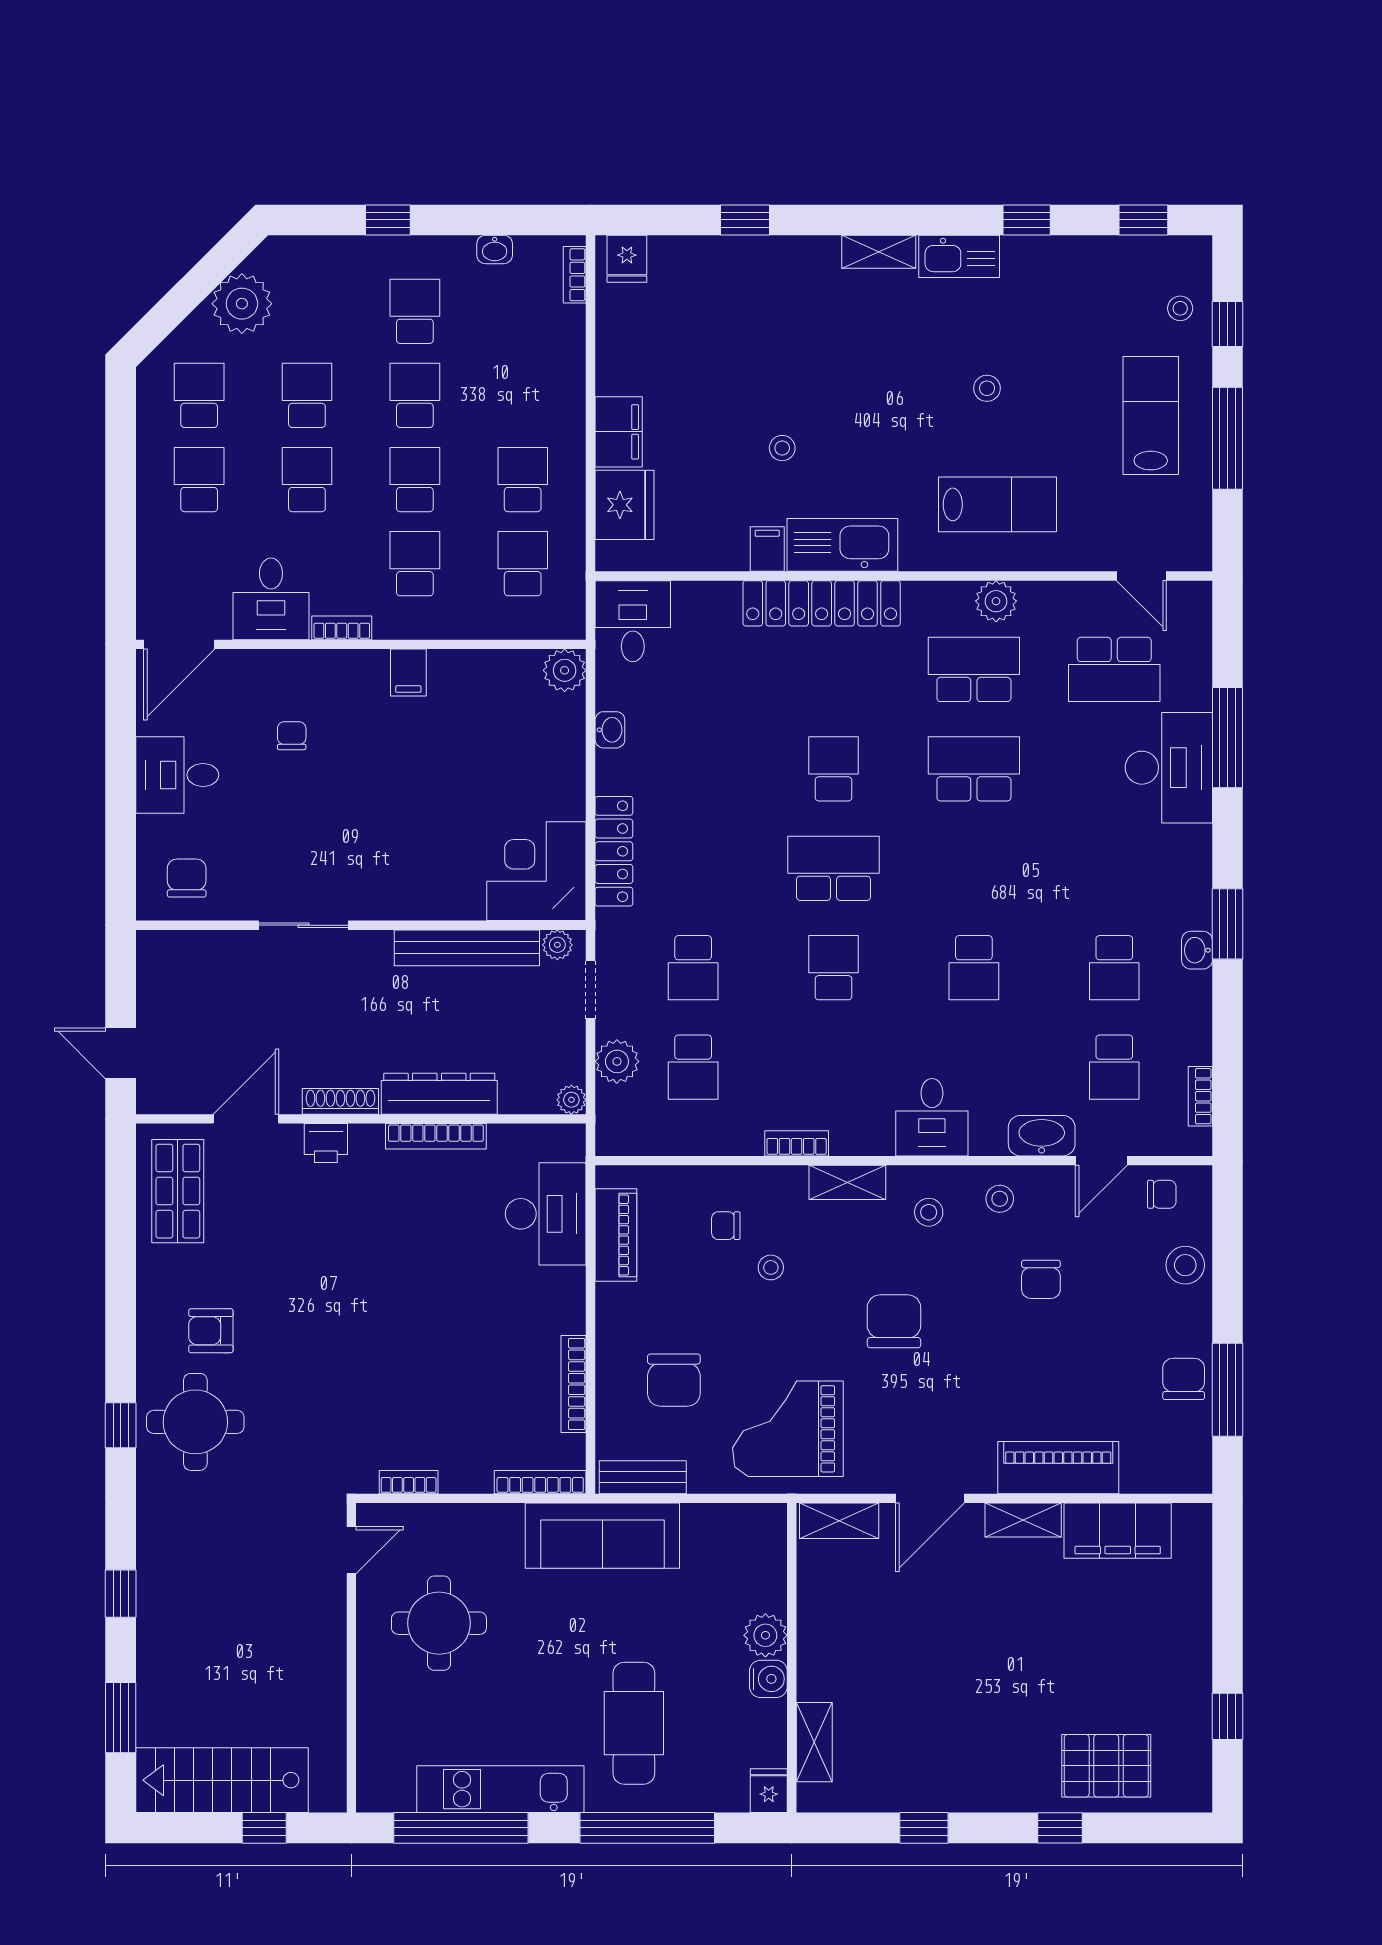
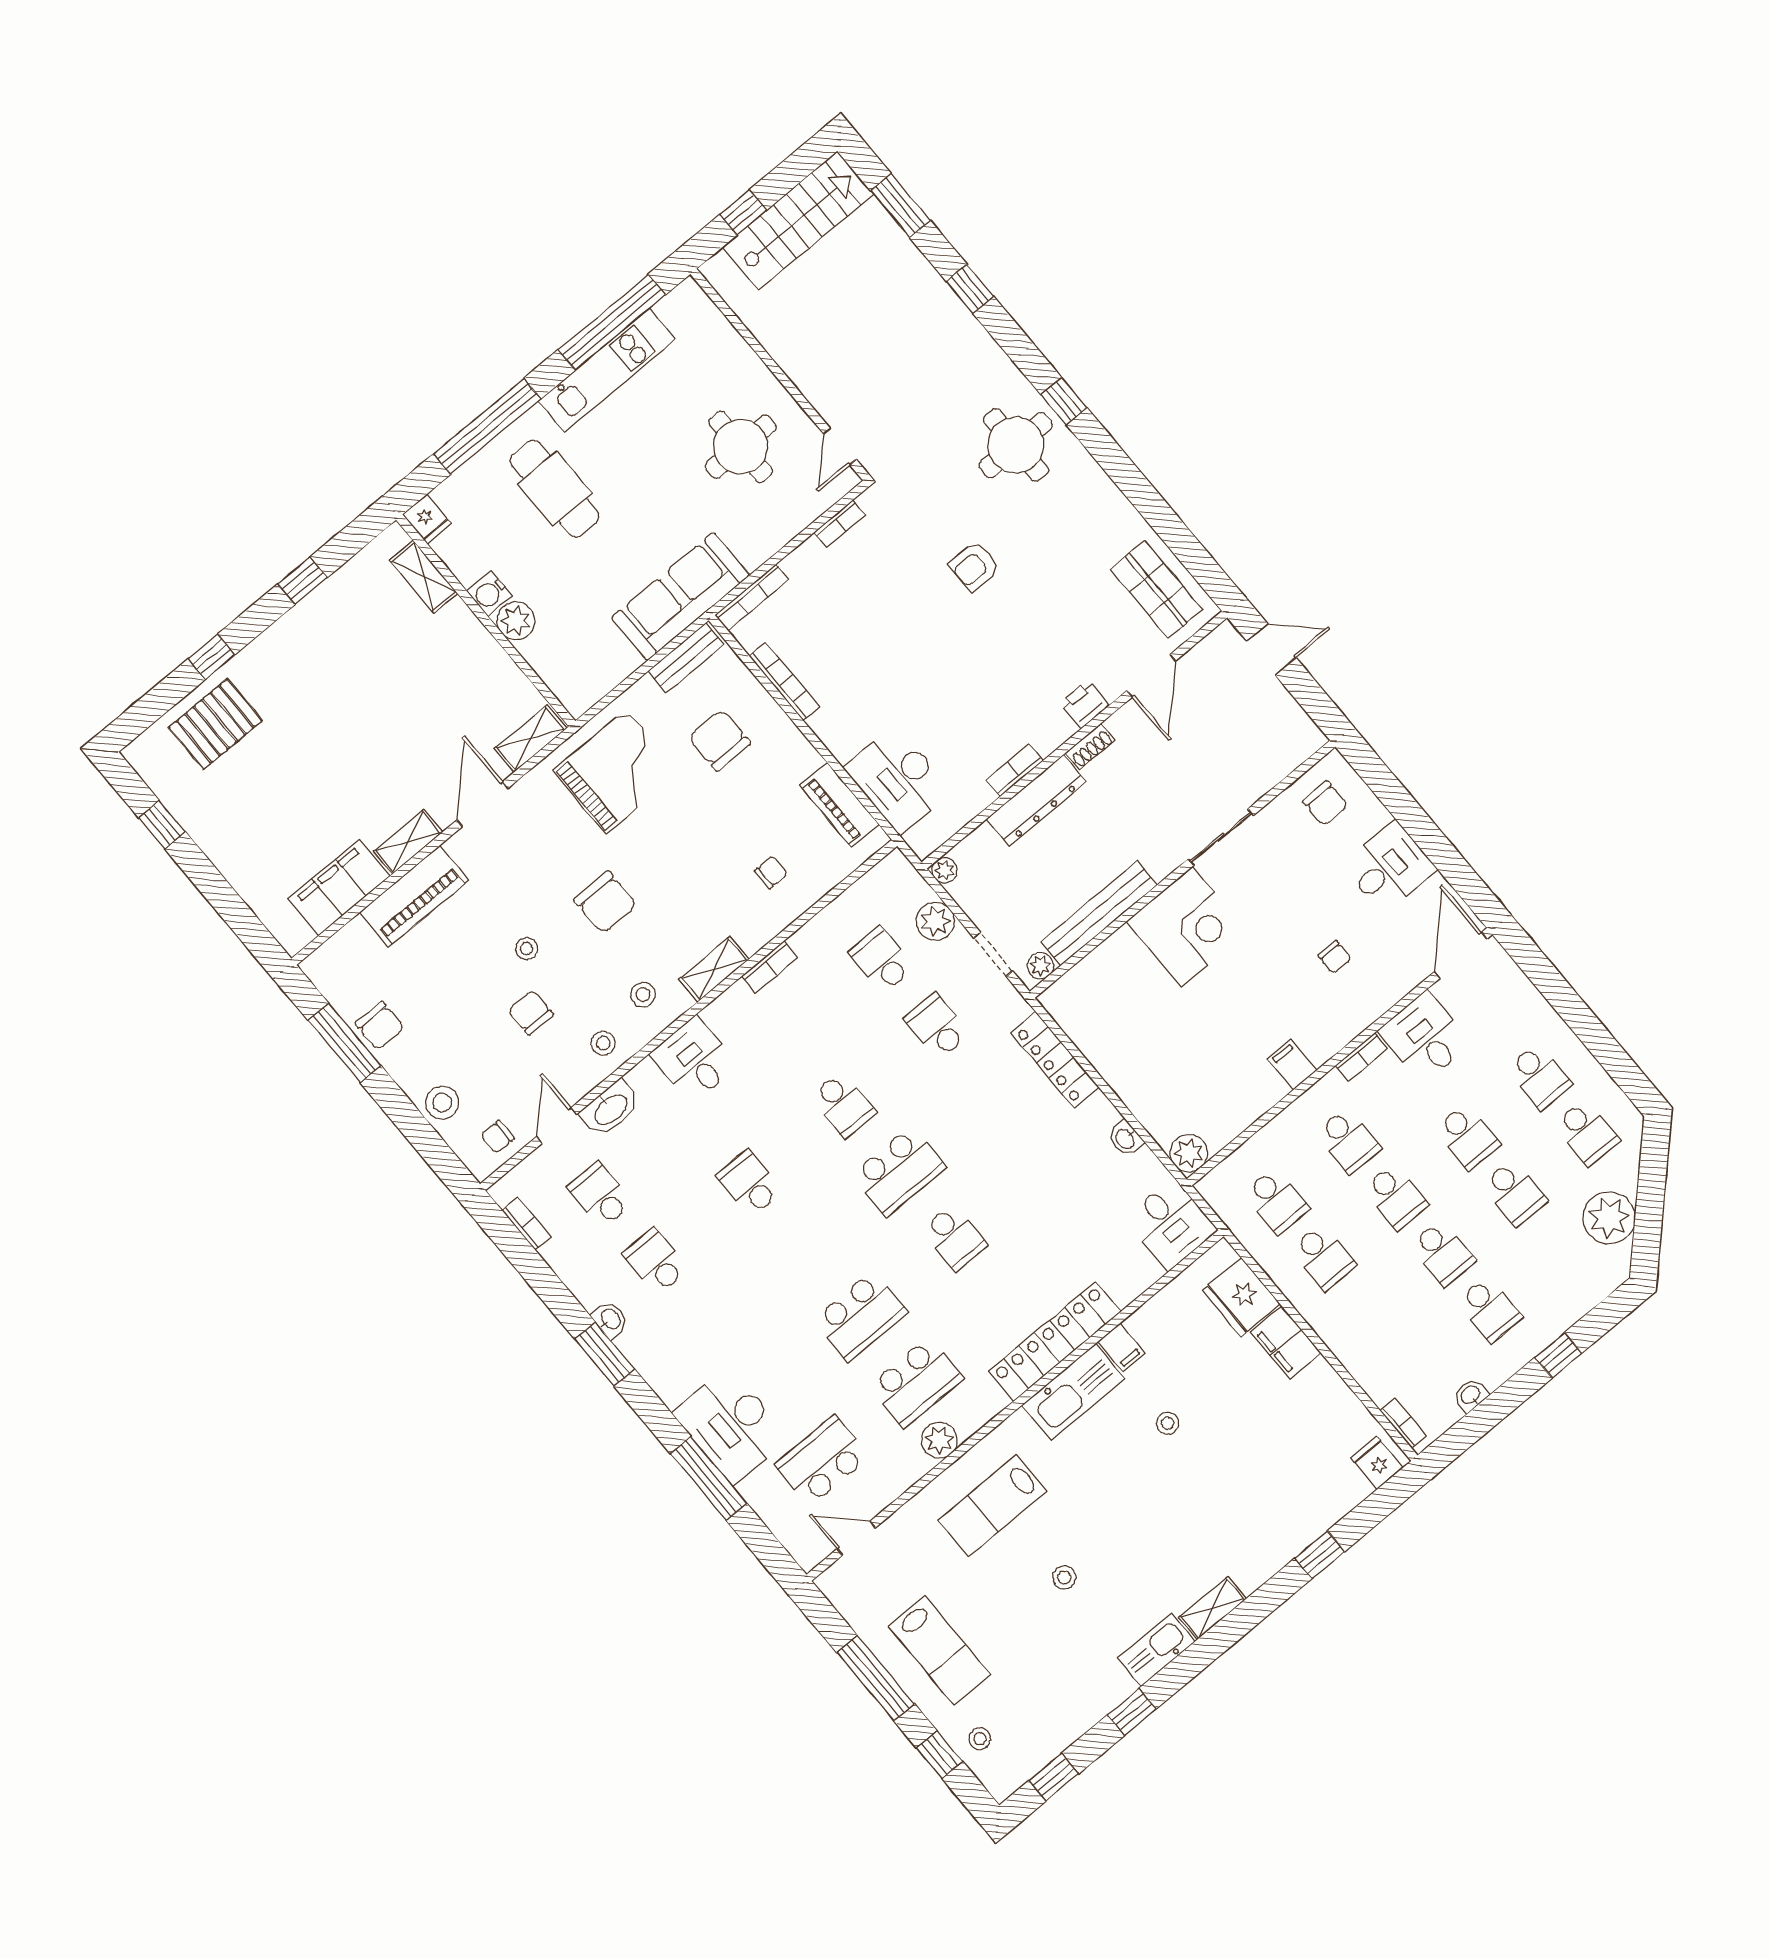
corner desk: (536, 871) -> (1187, 927), moved
shoe rack: (340, 1101) -> (1090, 746), width x0.70
bookcase: (436, 1136) -> (1015, 770), width x0.64
stool: (771, 1267) -> (527, 949), moved
armchair: (211, 1331) -> (974, 566), moved, turned 180

